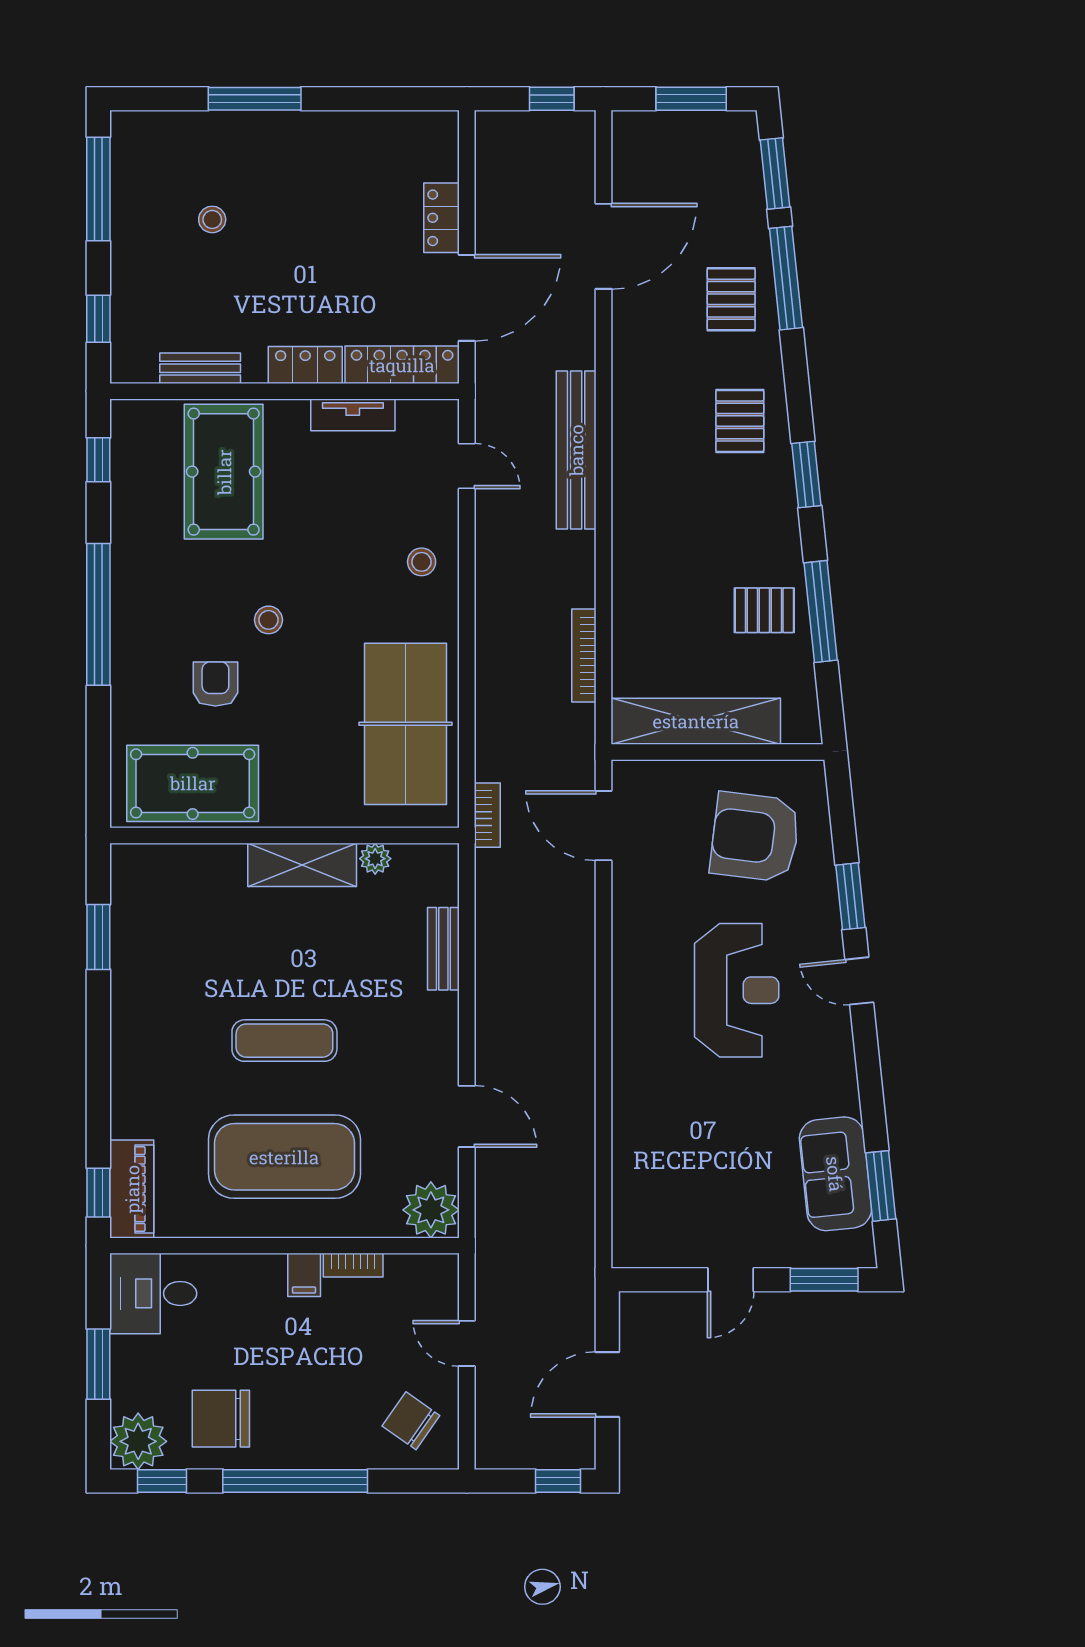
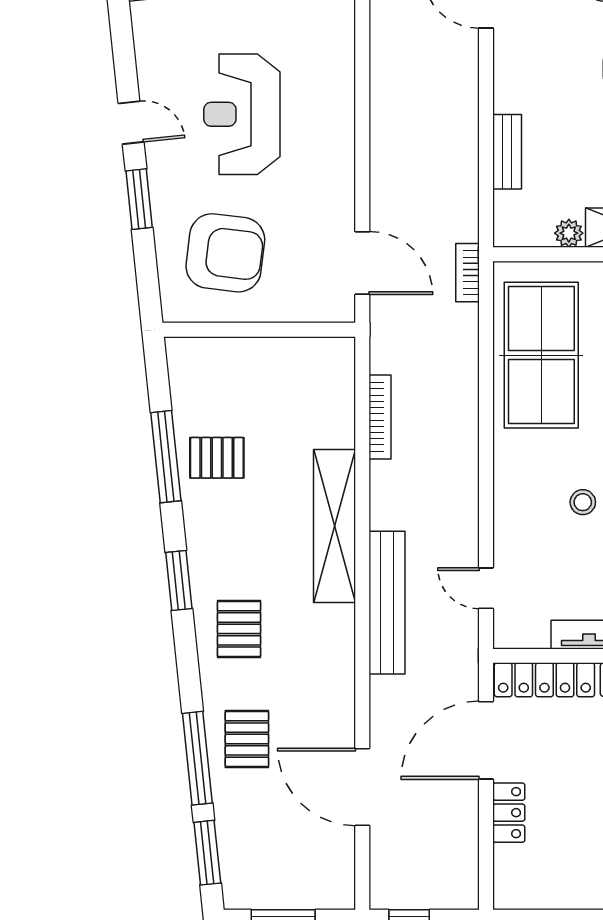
door: (603, 246) -> (362, 787), hinge flipped
stool: (422, 562) -> (583, 502), moved
shelving: (696, 721) -> (335, 526), moved, turned 90

